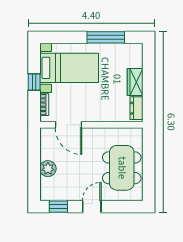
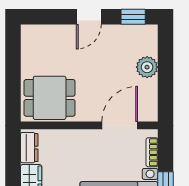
door: (68, 125) -> (120, 125), hinge flipped
dining table: (122, 168) -> (50, 98), moved, width x0.73

